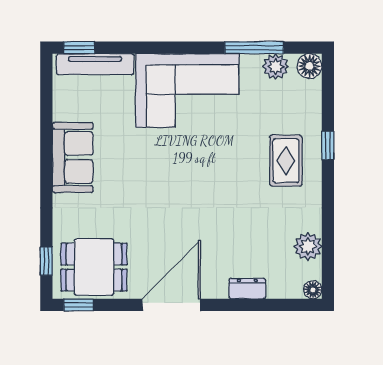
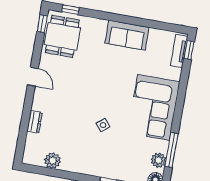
tv unit: (95, 64) -> (179, 51), width x0.71
rug: (286, 161) -> (104, 157), removed
side table: (232, 171) -> (103, 125), added
floor lamp: (313, 290) -> (27, 159), removed
door: (171, 305) -> (33, 77), width x0.53

